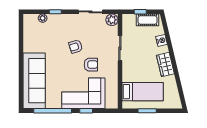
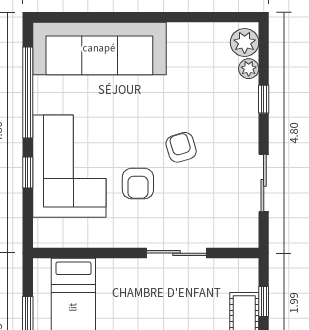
plant: (112, 20) -> (245, 42), moved

